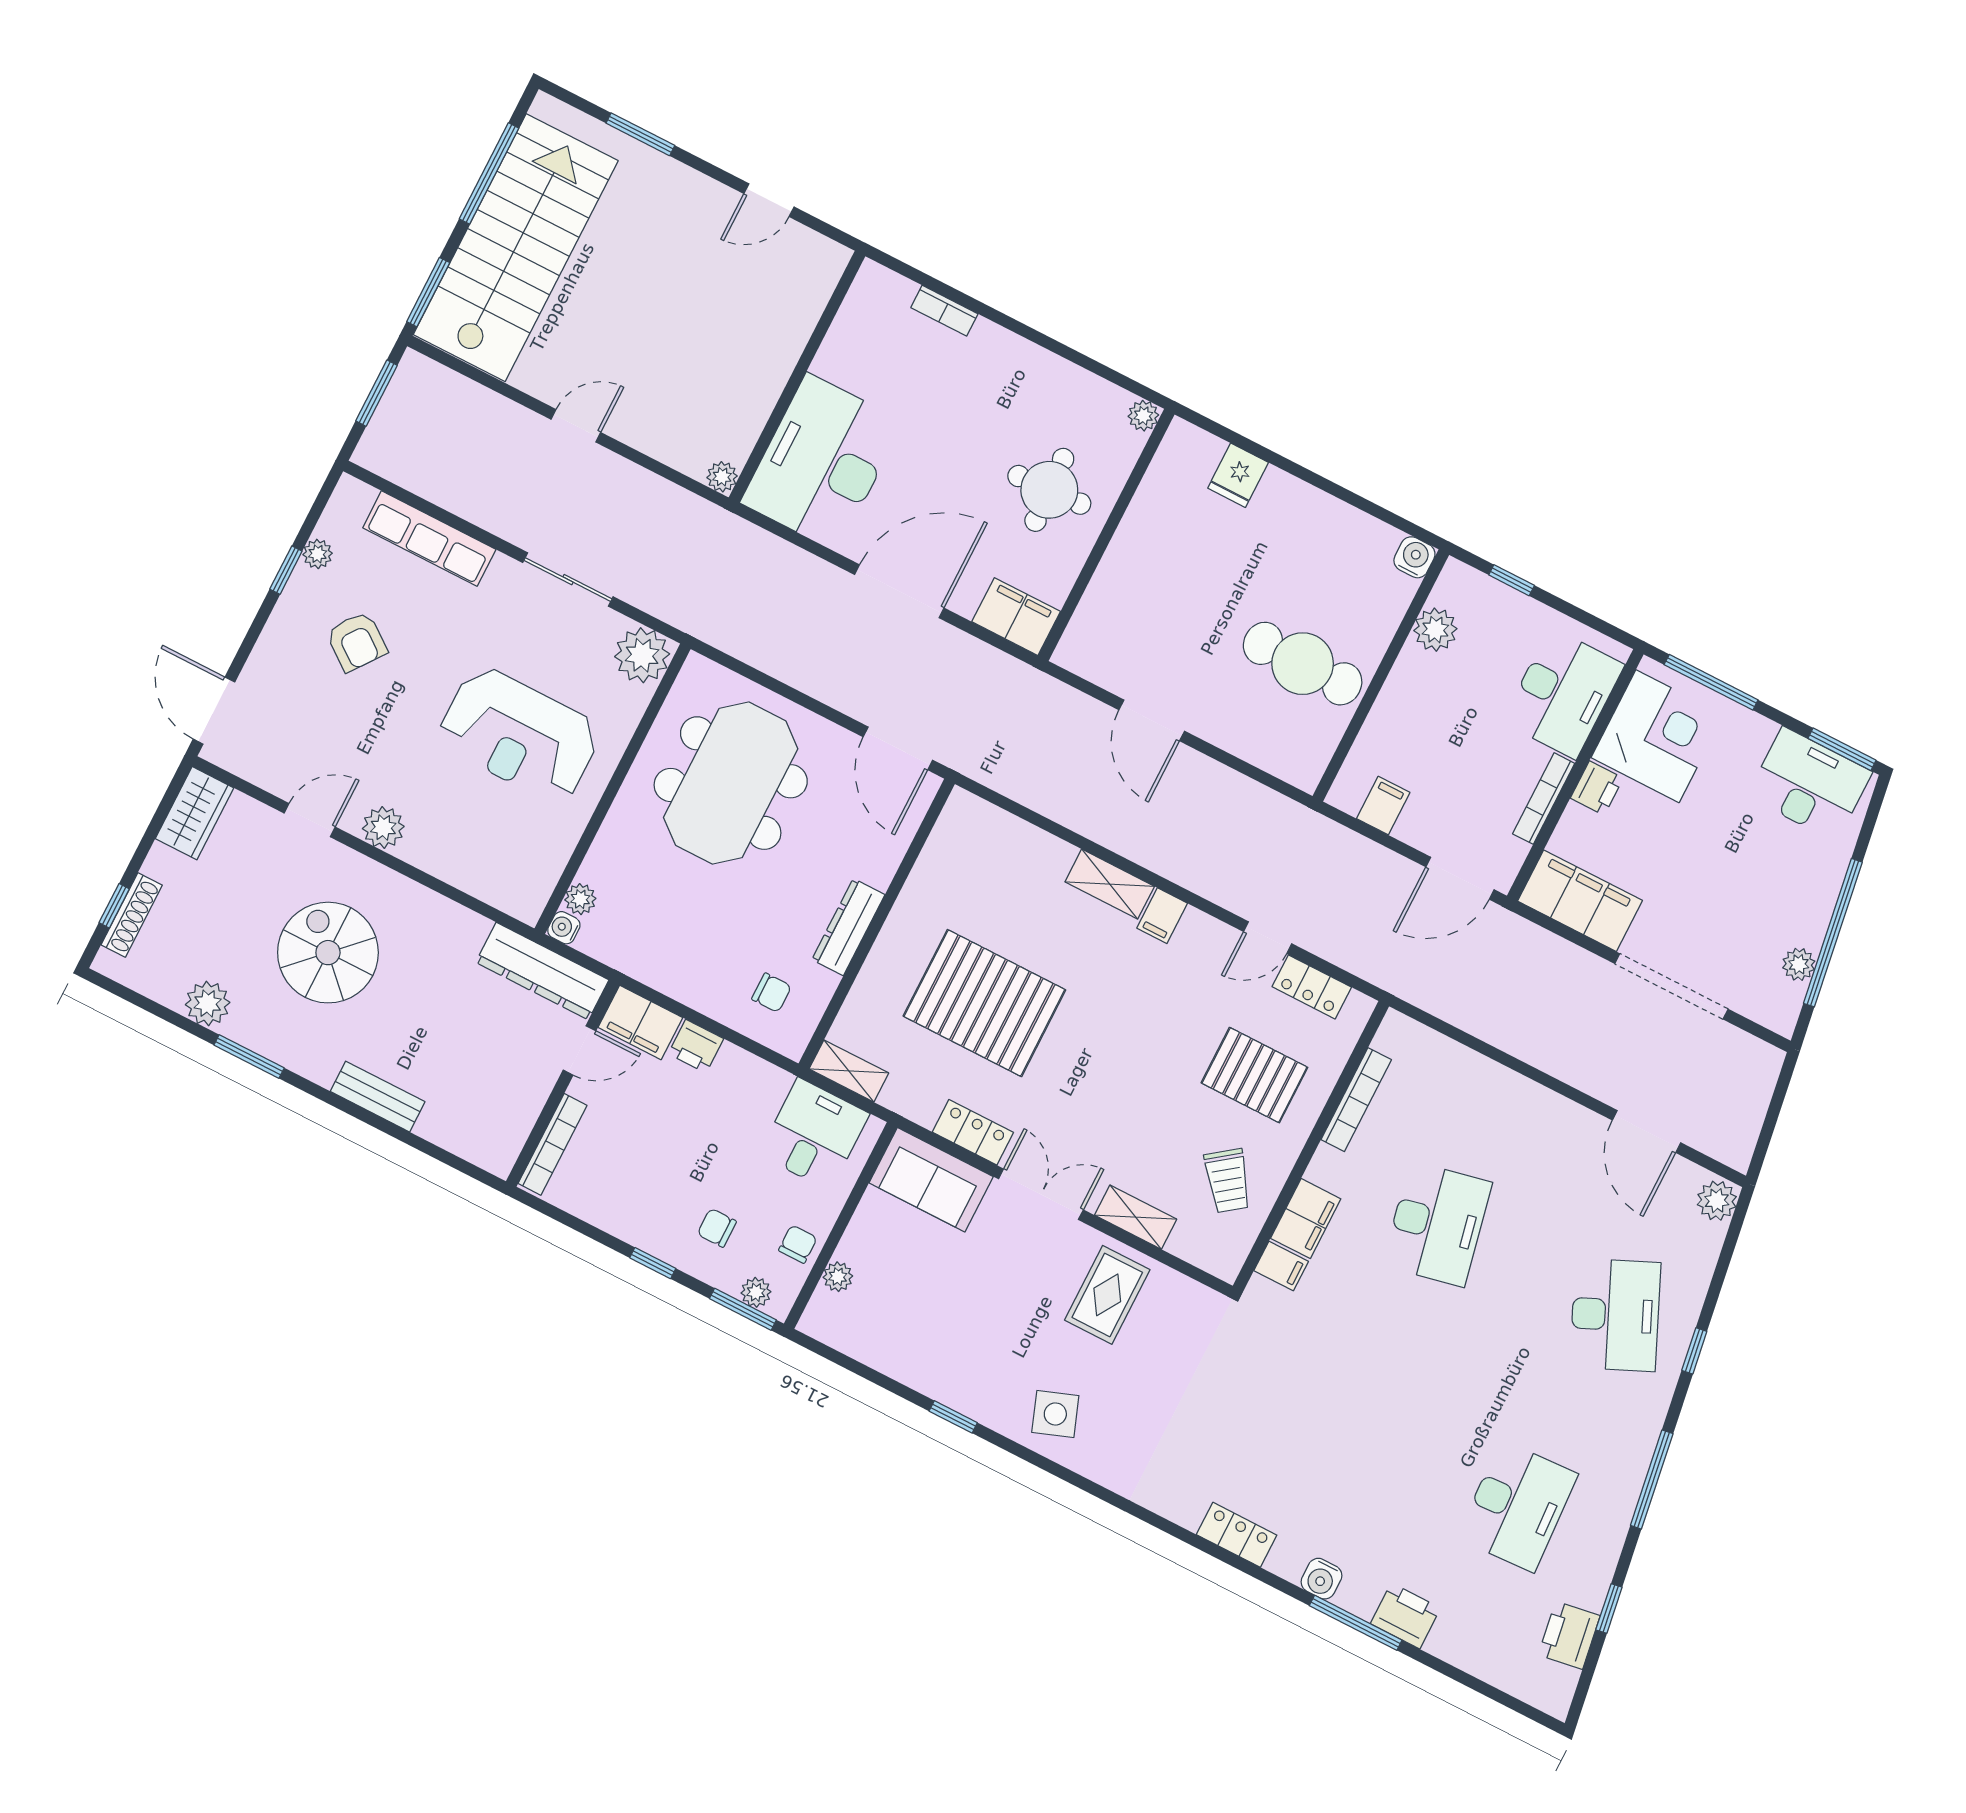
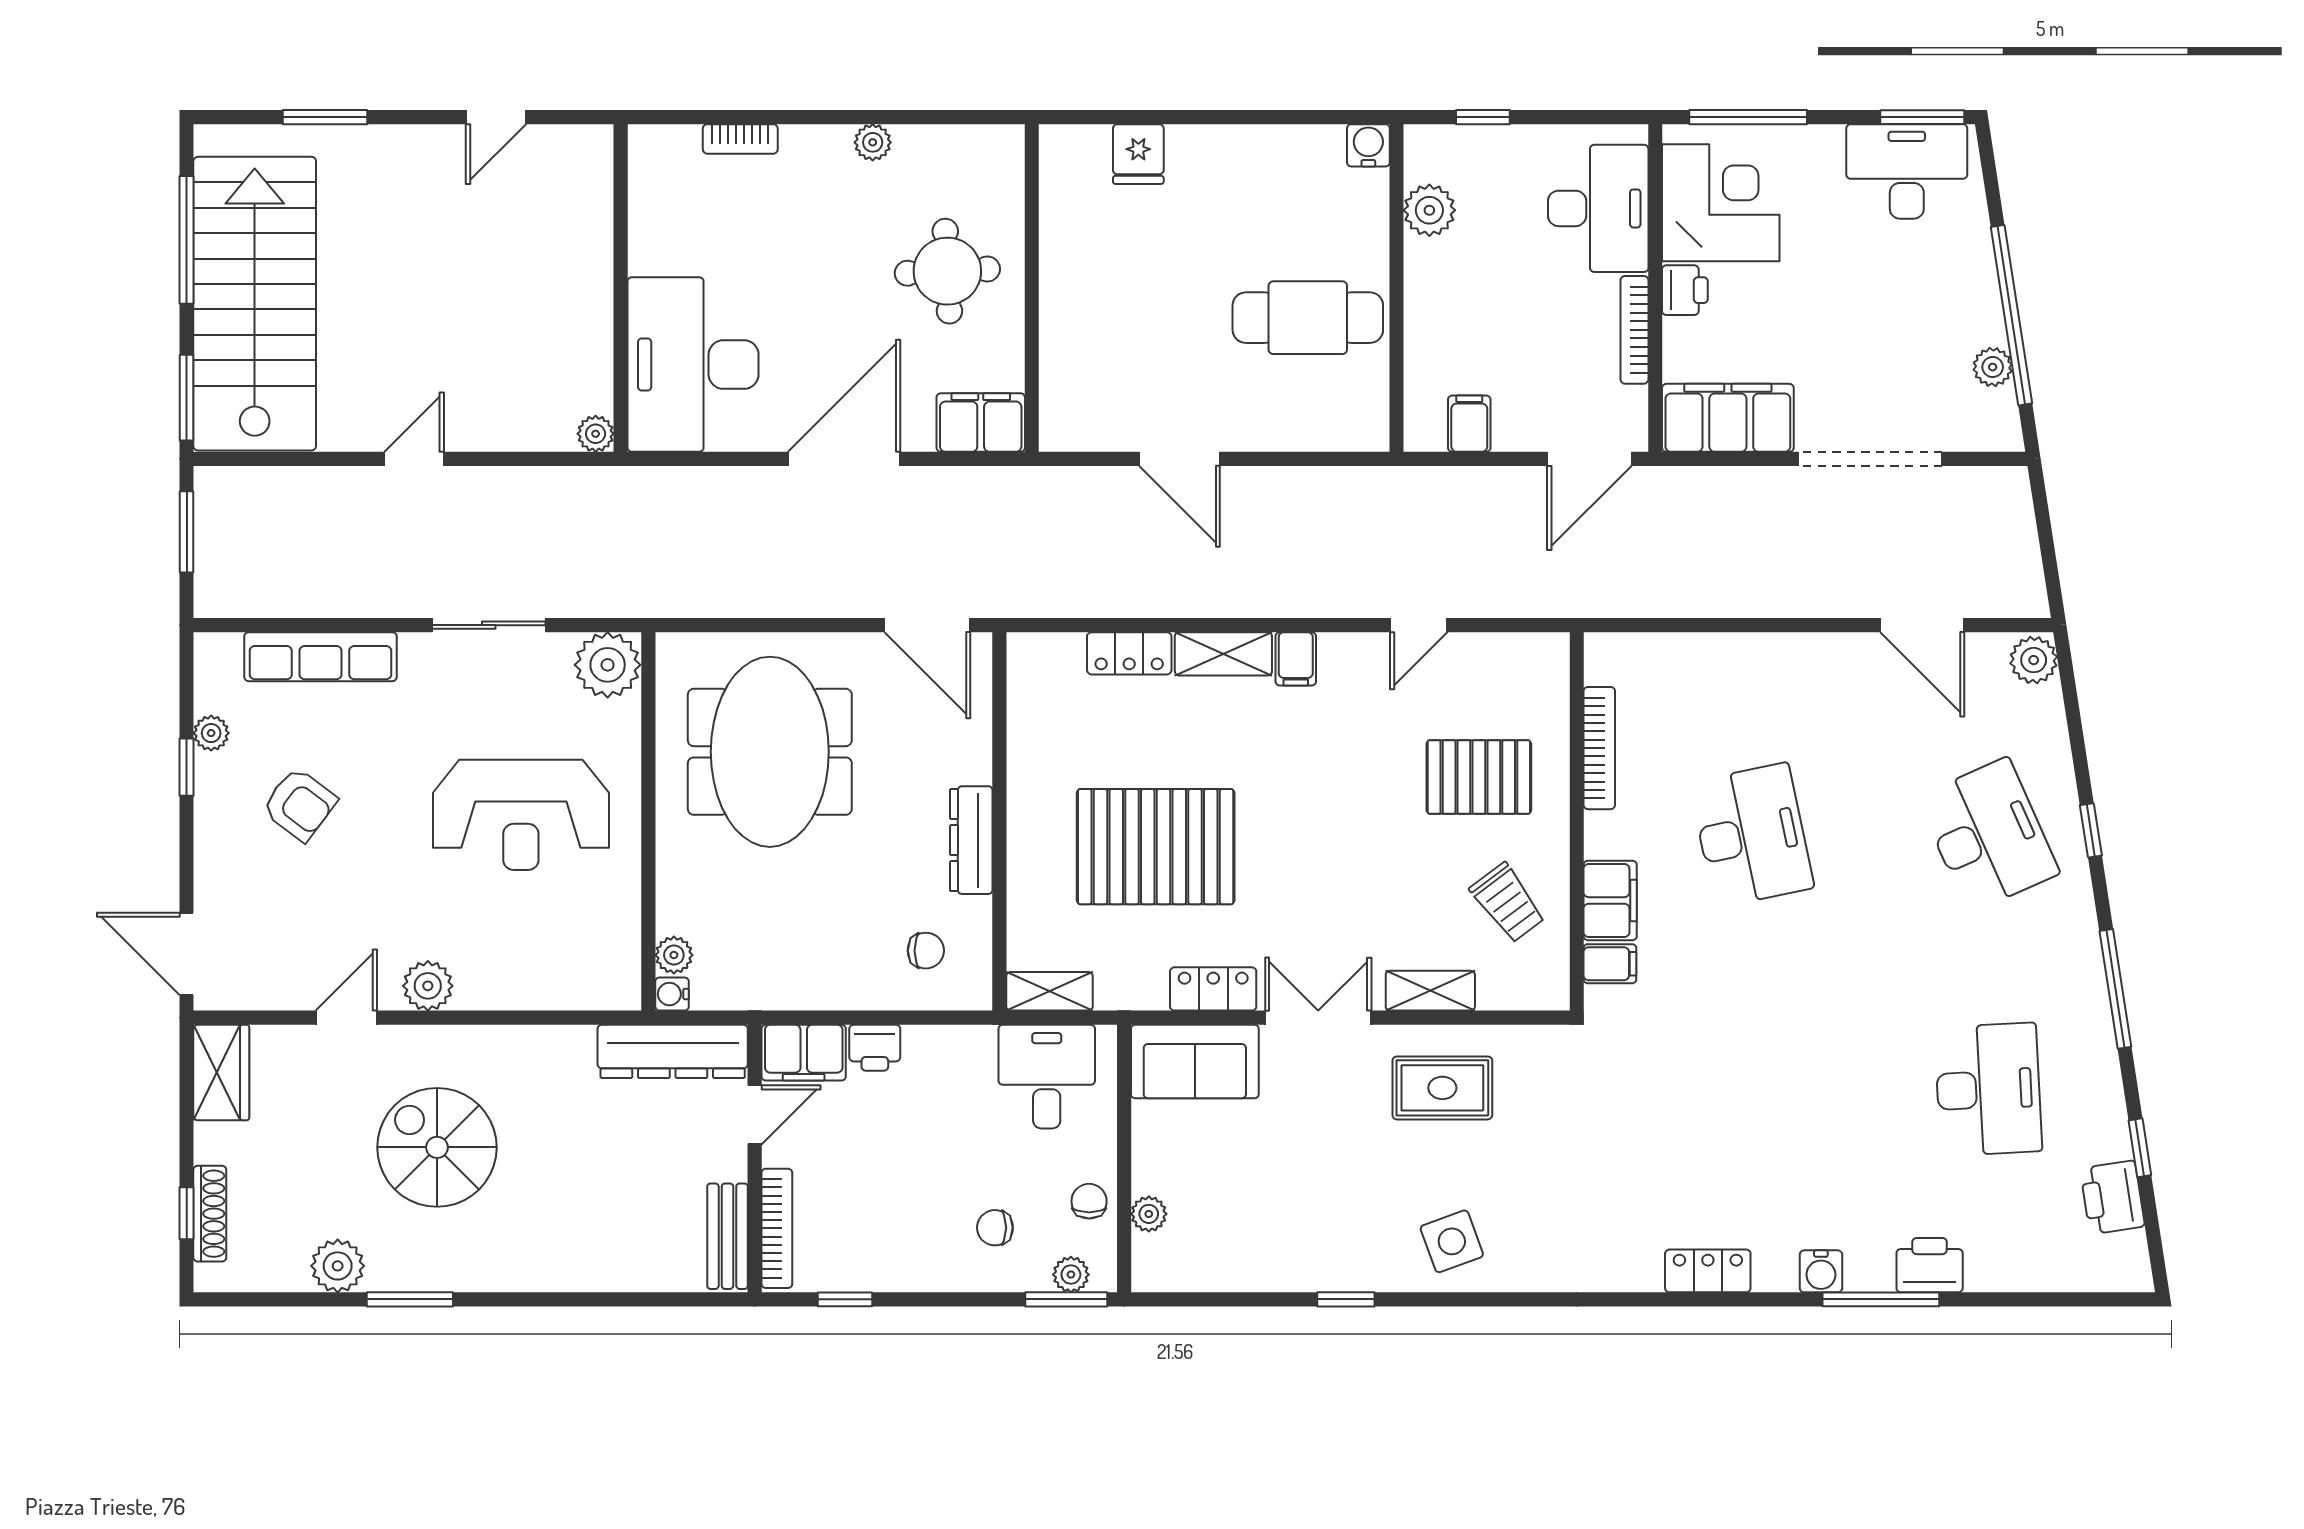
plant: (1143, 416) -> (873, 142), moved
locker: (1312, 987) -> (1129, 653), moved
bench: (378, 1097) -> (727, 1236), moved, turned 90
window: (653, 1263) -> (845, 1299), moved
rug: (1107, 1295) -> (1442, 1088), turned 90

